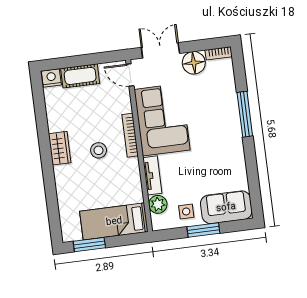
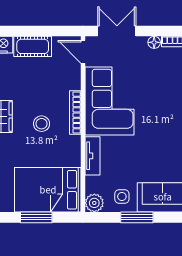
floor lamp: (194, 63) -> (154, 42), width x0.53, depth x0.53
plant: (158, 204) -> (94, 203), moved
bed: (114, 221) -> (48, 190), width x1.50
window: (89, 245) -> (36, 217), moved

